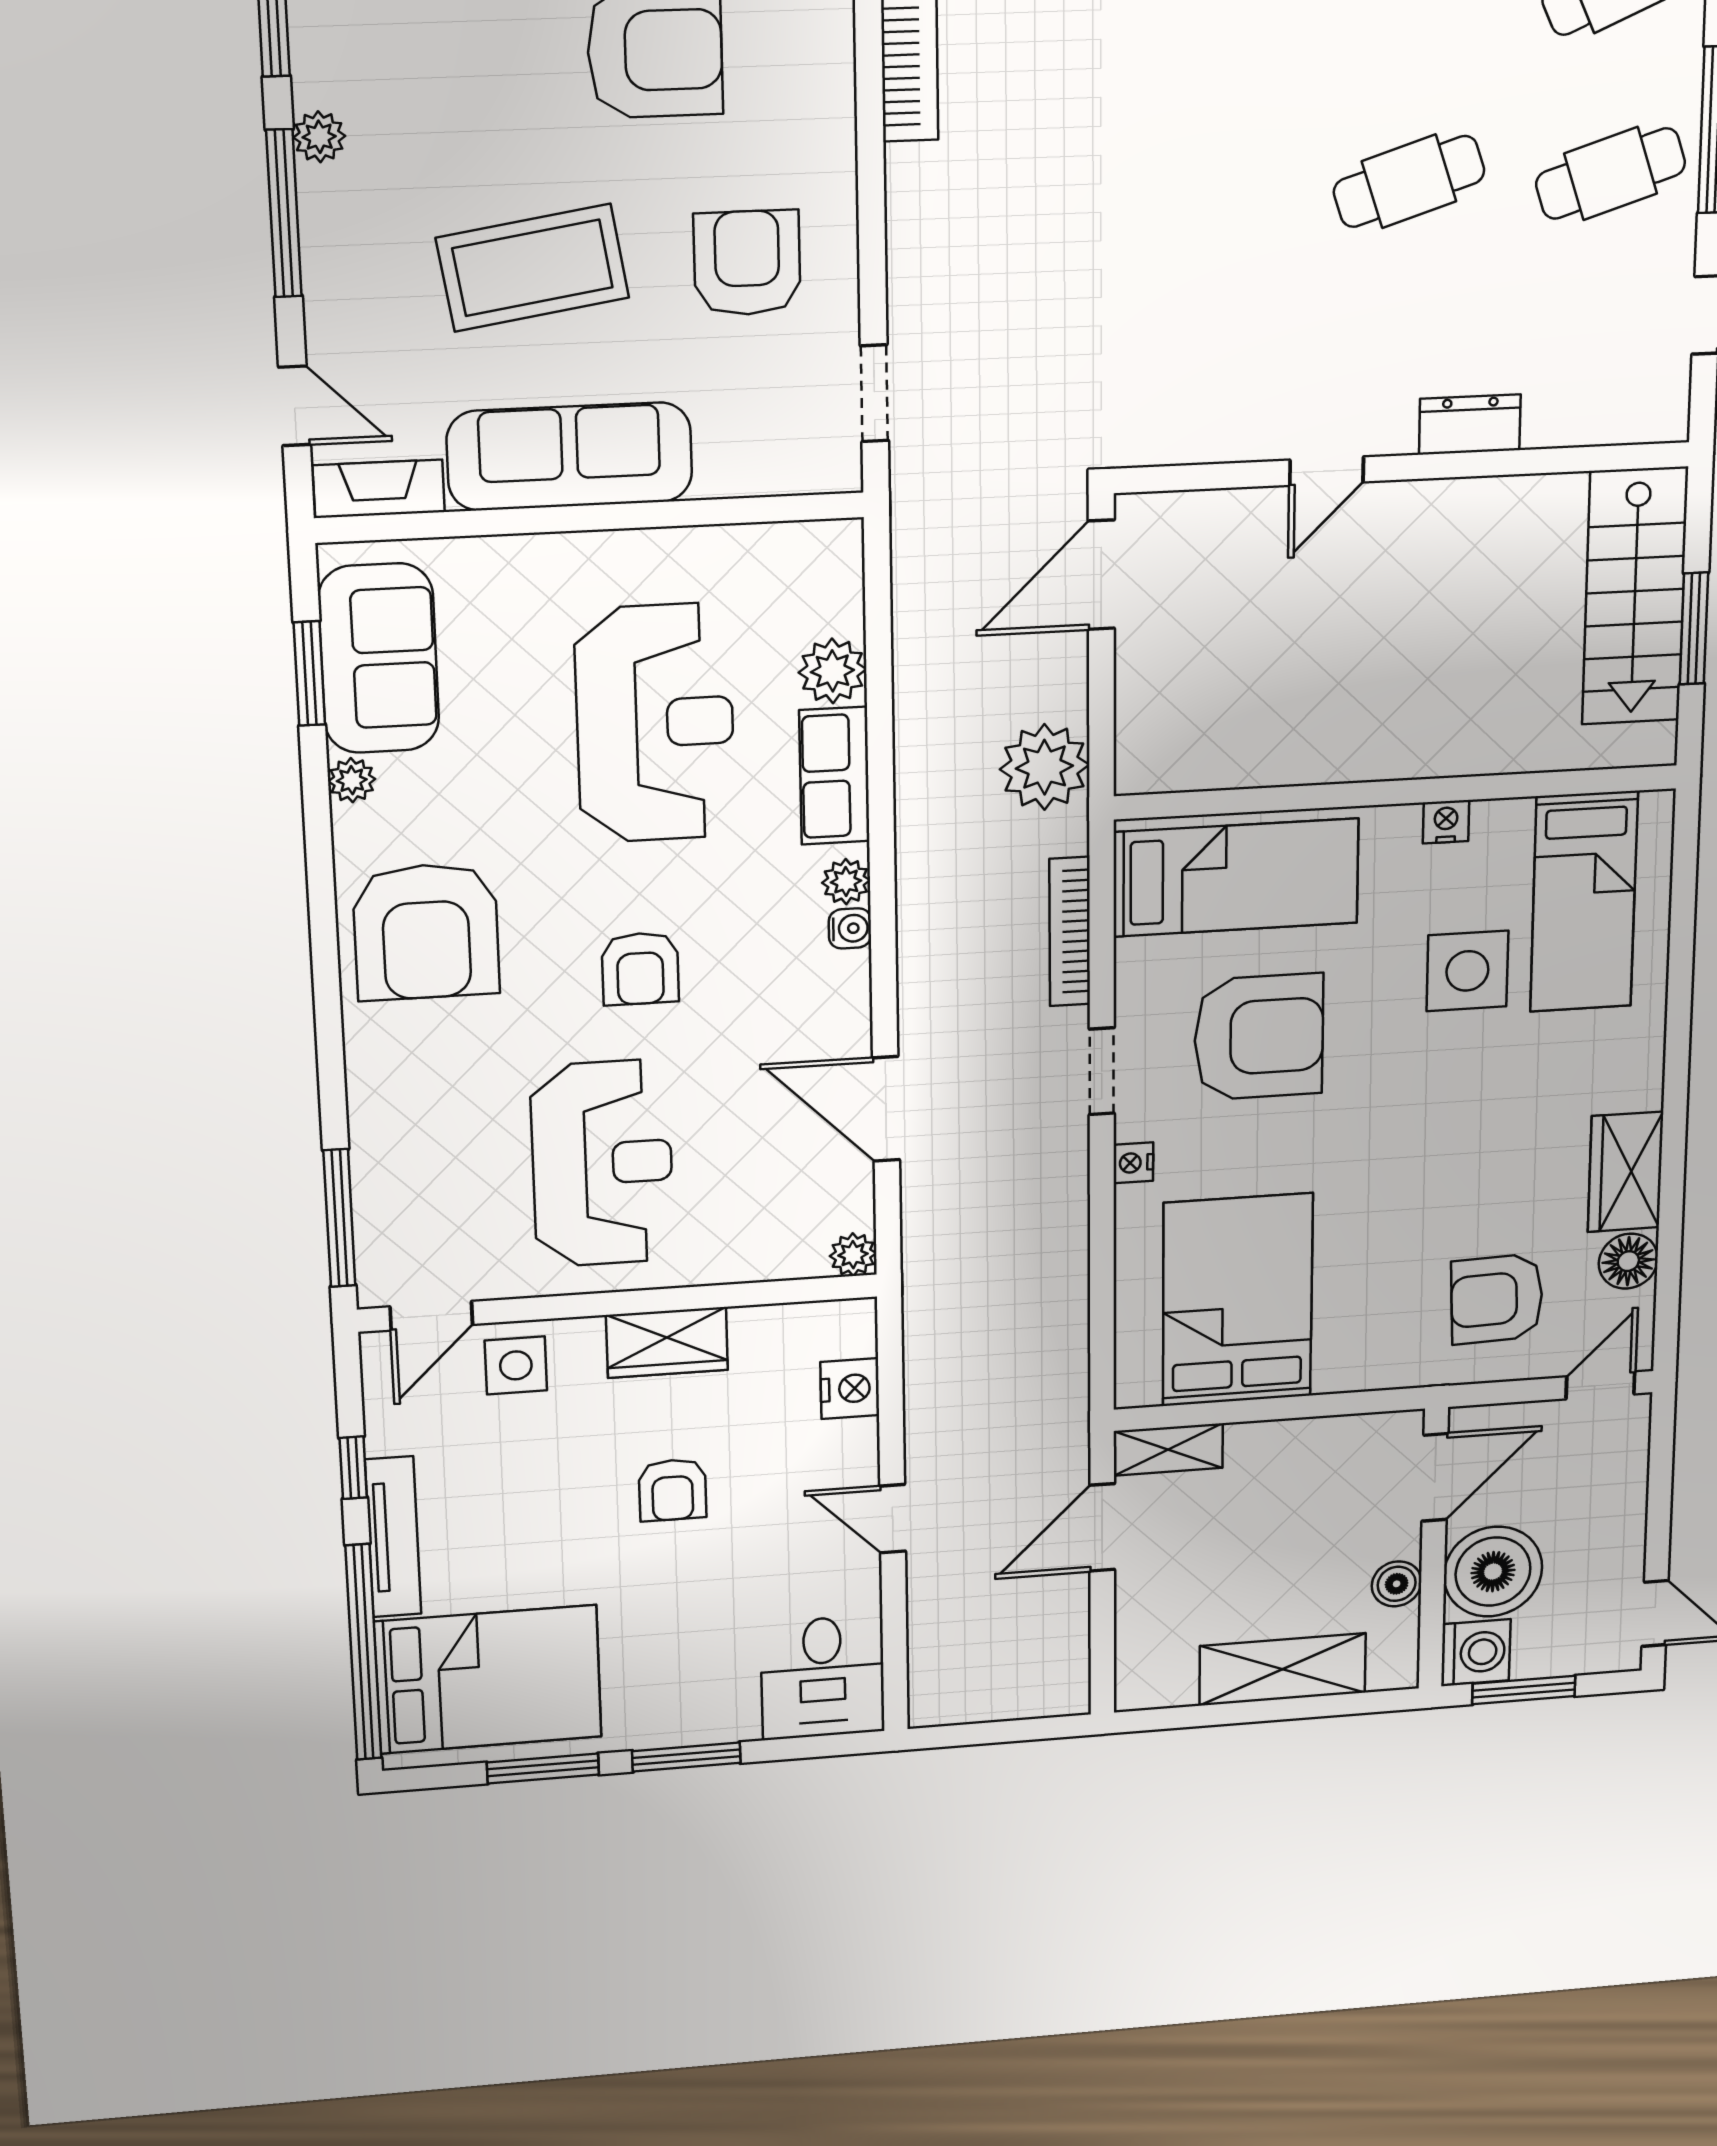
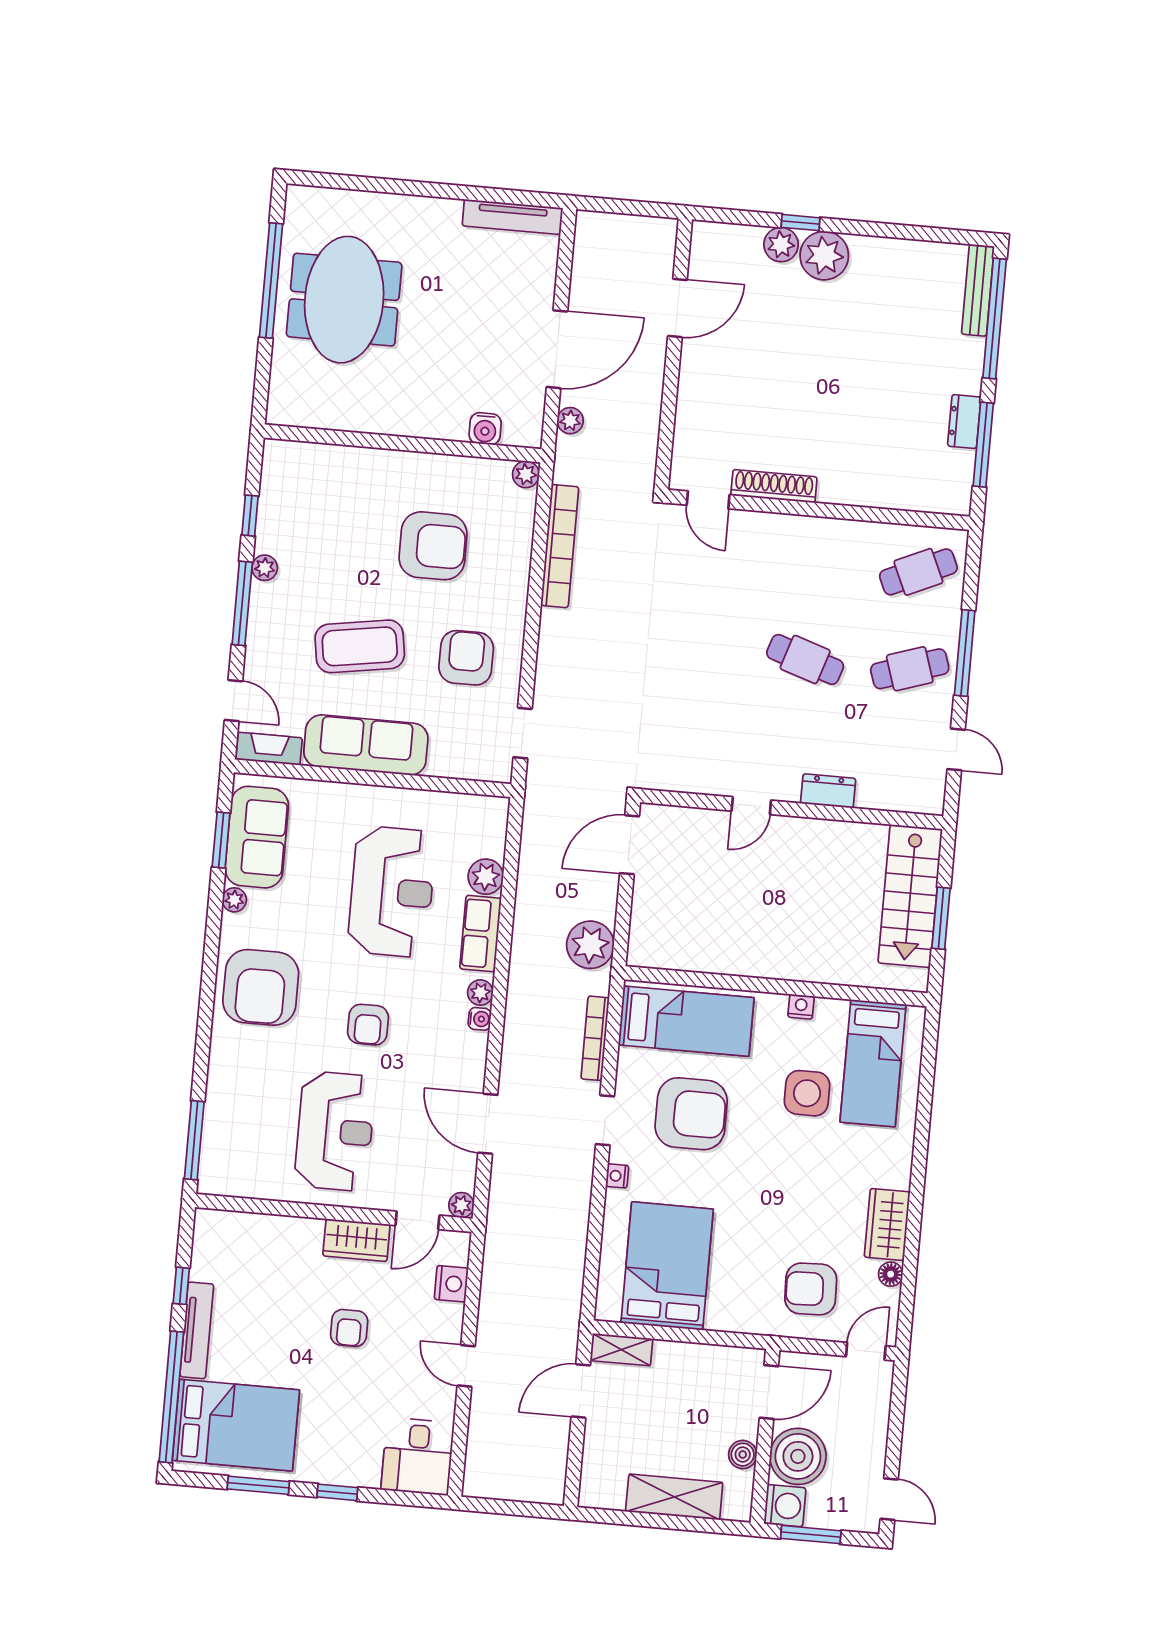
cafe table: (1409, 181) -> (805, 659), turned 36
floor lamp: (1628, 1261) -> (891, 1274), width x0.73, depth x0.73
door: (431, 1316) -> (417, 1220), moved
side table: (516, 1365) -> (275, 1240), removed
window: (686, 1757) -> (337, 1492), width x0.67

